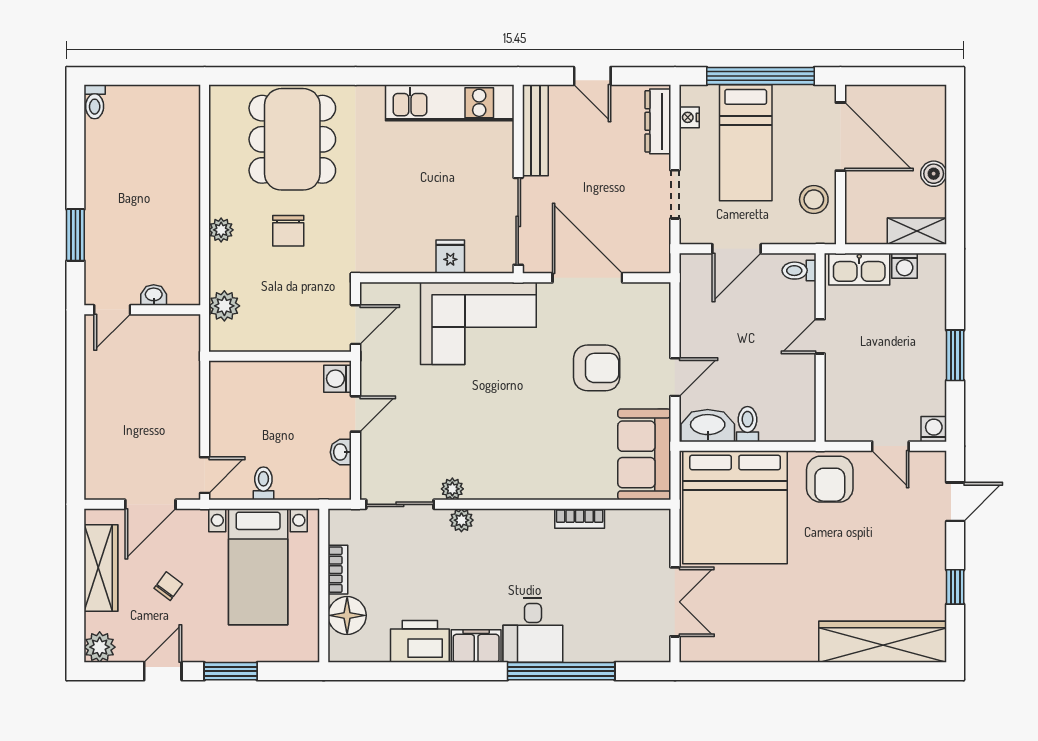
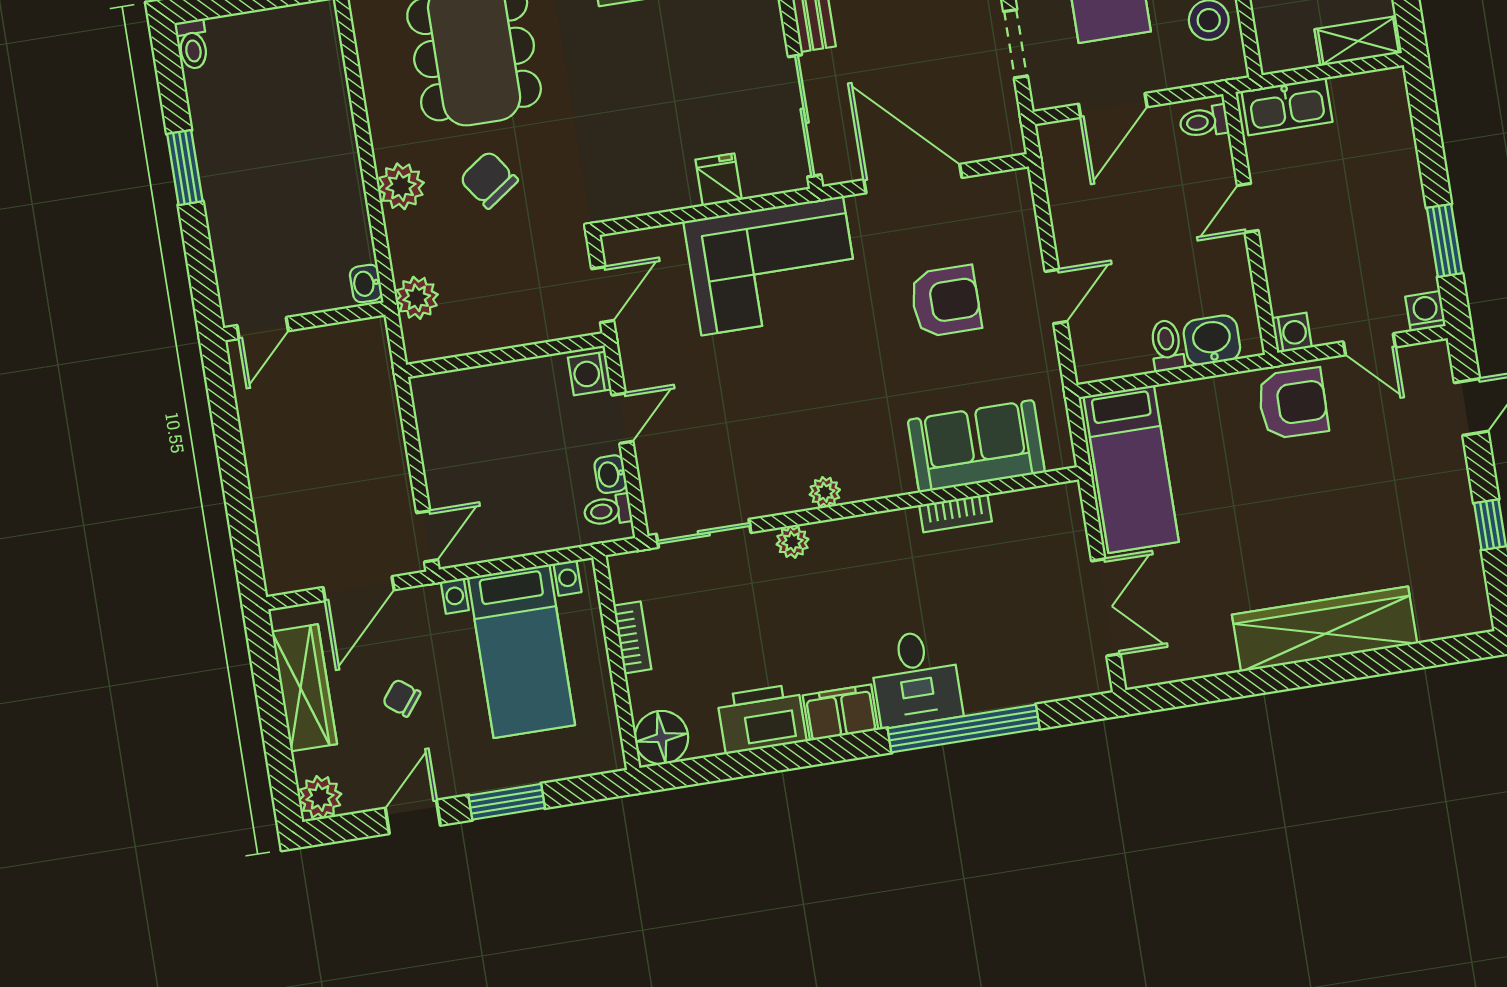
plant: (221, 230) -> (401, 186), width x1.38, depth x1.38
chair: (288, 231) -> (489, 180), turned 145
window: (75, 235) -> (185, 168), moved
washing machine: (905, 266) -> (1292, 333), moved, turned -90
washbasin: (154, 295) -> (366, 283), moved, turned -90
window: (955, 355) -> (1444, 241), moved
washbasin: (708, 426) -> (1212, 340), moved, width x0.72
sofa: (644, 454) -> (976, 446), moved, turned 90
armchair: (830, 479) -> (1293, 403), turned -89
toilet: (263, 483) -> (608, 511), moved, turned -90
plant: (452, 489) -> (825, 492), moved
bed: (735, 507) -> (1131, 469), width x0.49
chair: (168, 586) -> (402, 698), turned -89
floor lamp: (347, 615) -> (661, 738), moved
wardrobe: (883, 642) -> (1325, 629), moved

